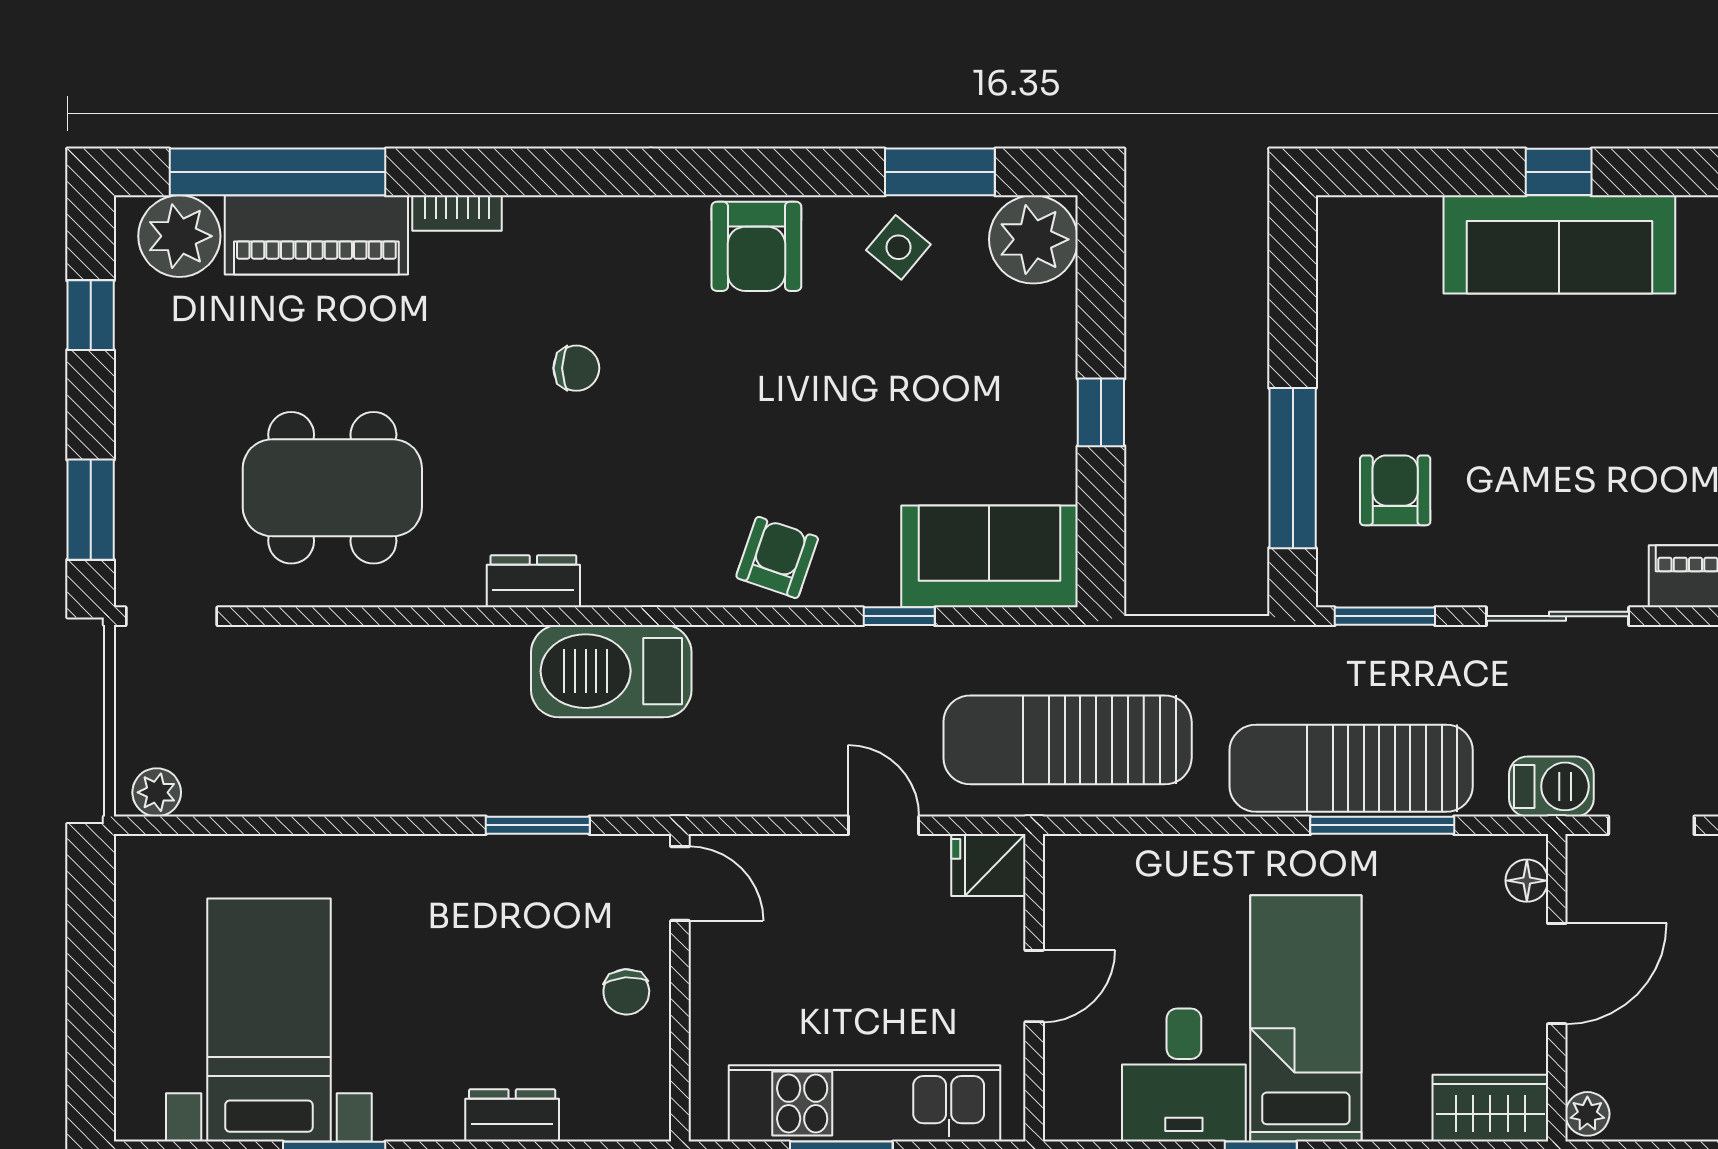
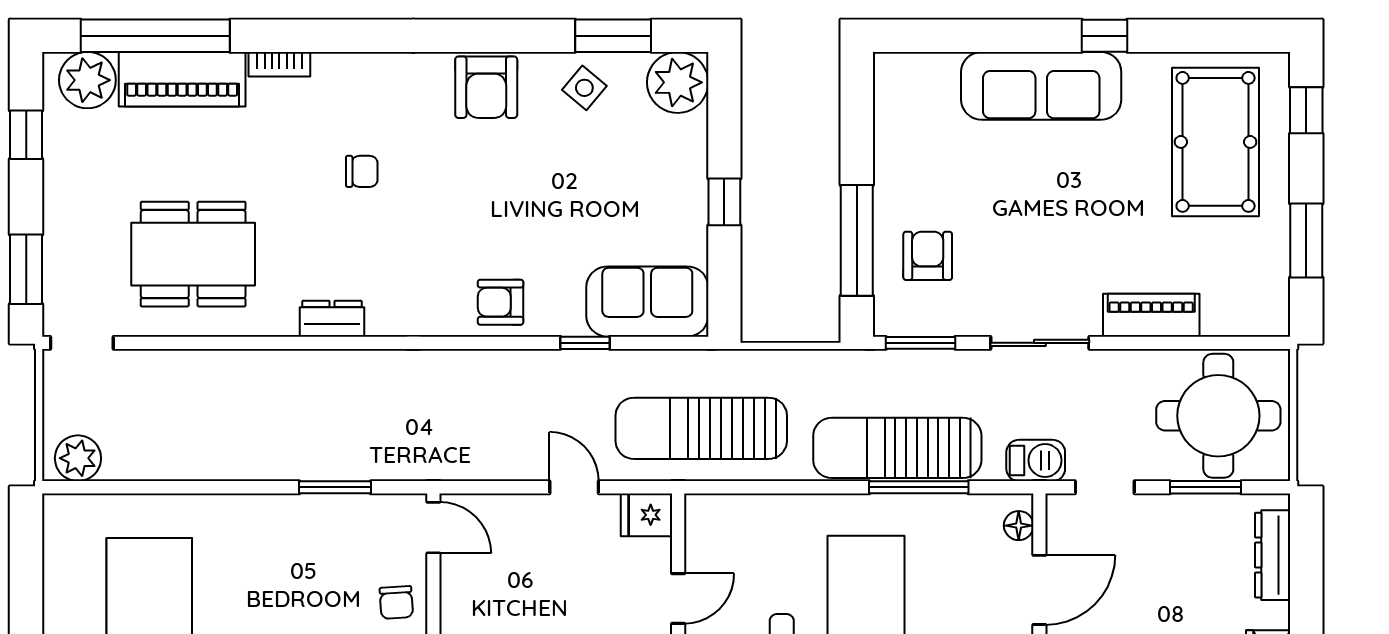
window: (1559, 172) -> (1104, 36), moved
armchair: (777, 557) -> (501, 302), turned -109
barbecue: (611, 671) -> (386, 381), removed
plant: (157, 792) -> (78, 458), width x1.38, depth x1.38

